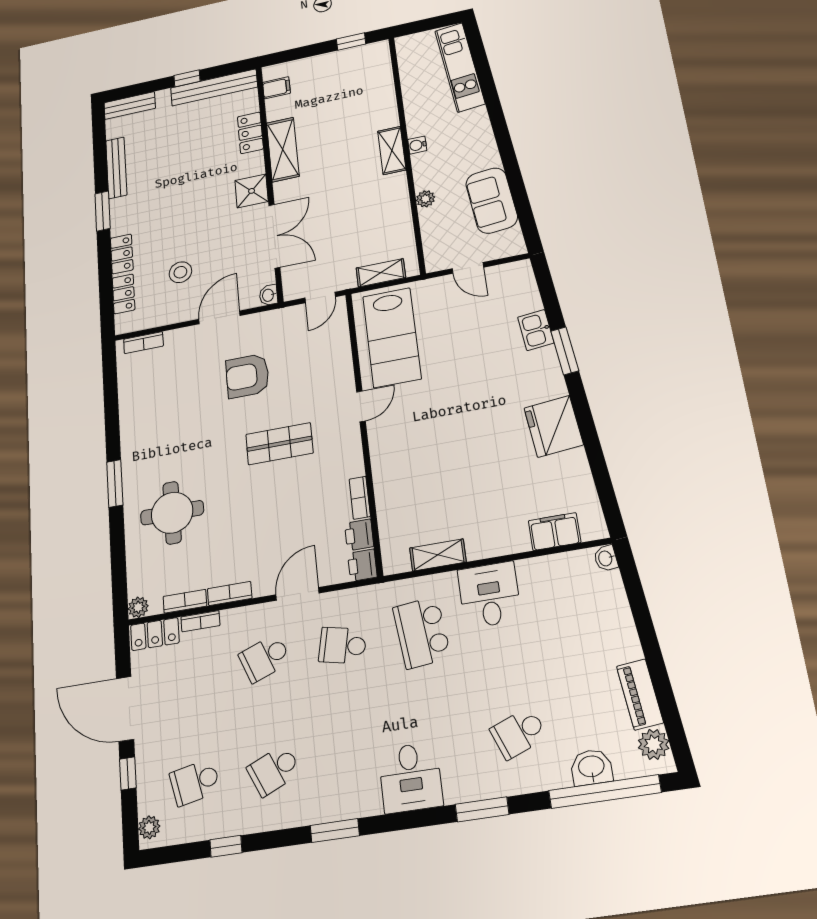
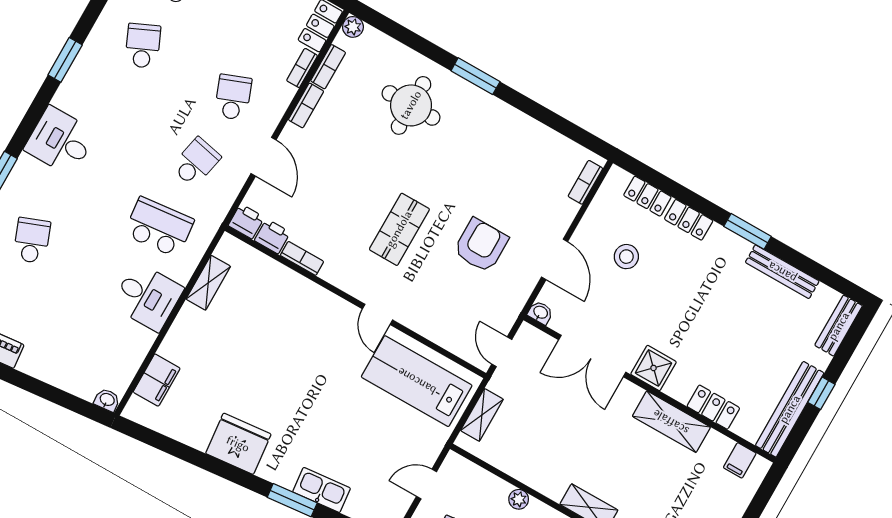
kitchen sink: (536, 330) -> (322, 490), width x1.38

